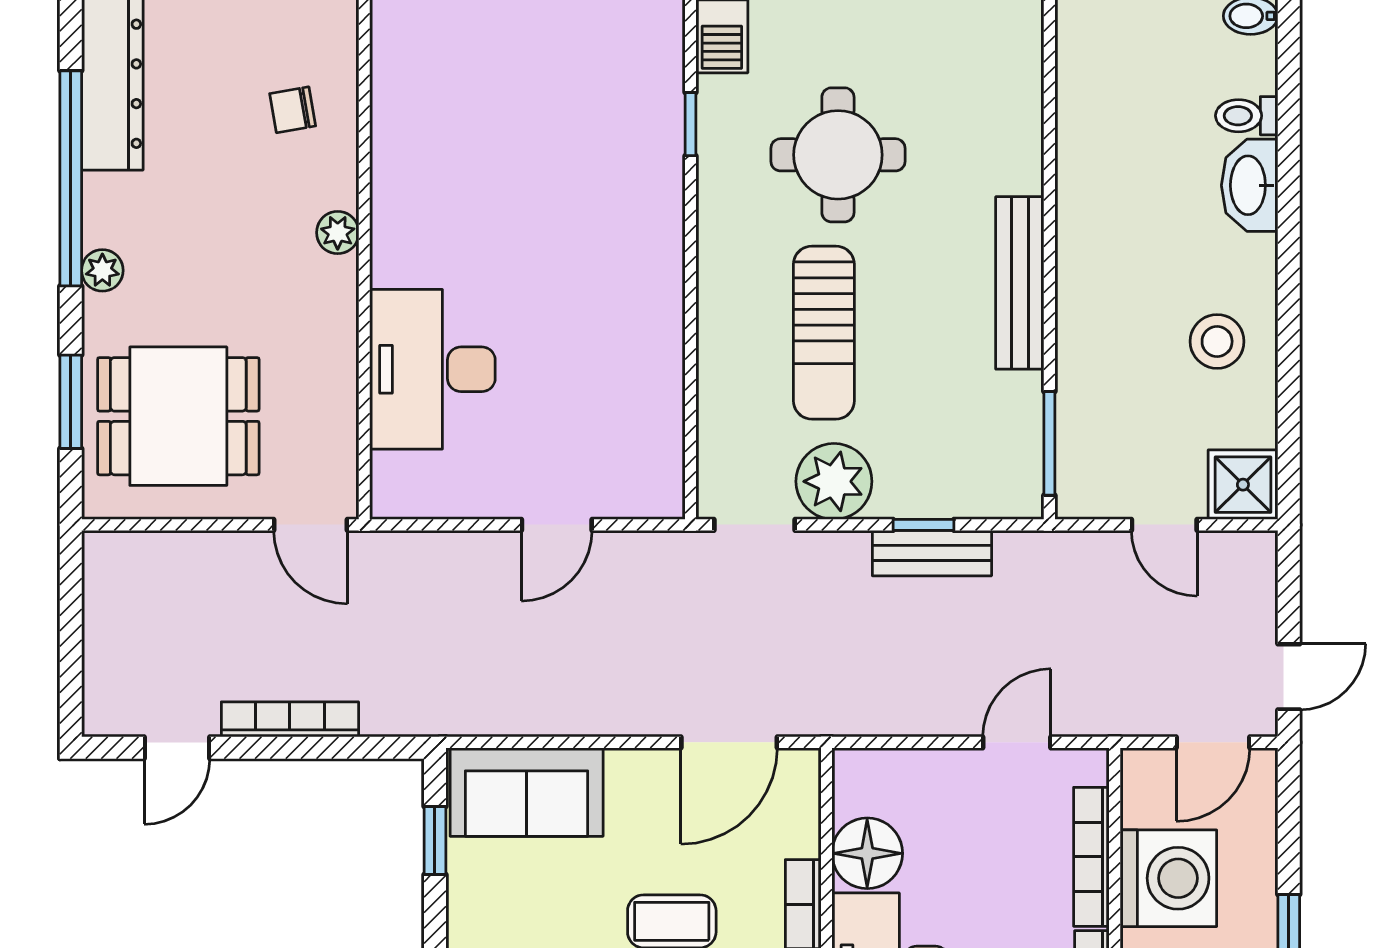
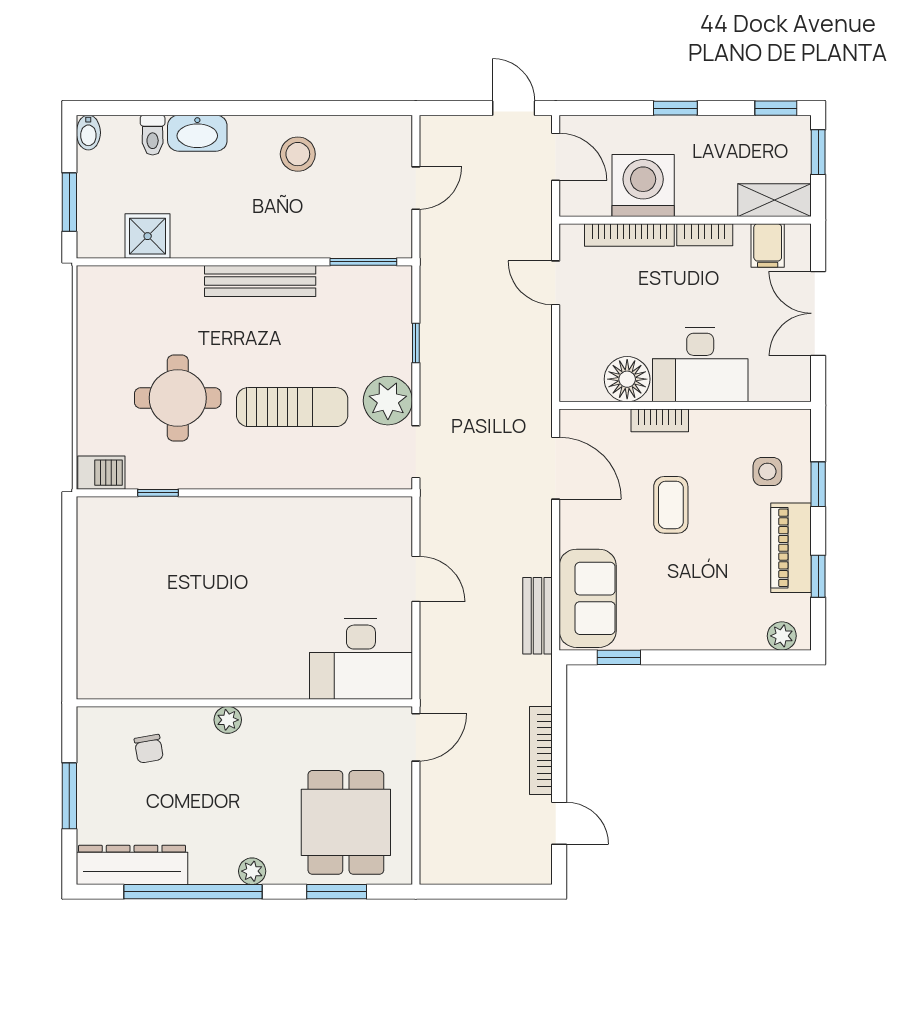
desk: (432, 369) -> (361, 659), moved
shower: (1243, 485) -> (148, 236), moved
bench: (932, 553) -> (538, 616), moved

